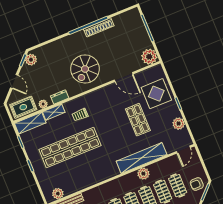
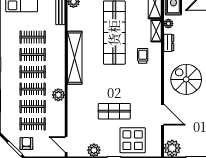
door: (124, 77) -> (162, 115), swing flipped
shelving: (142, 158) -> (75, 58), moved

